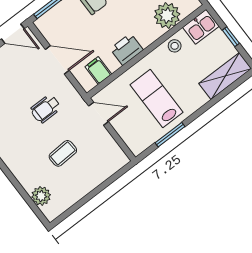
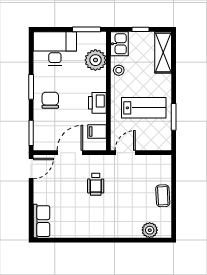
lab bench: (156, 99) -> (144, 108), turned 180
coffee table: (63, 153) -> (163, 196), moved

